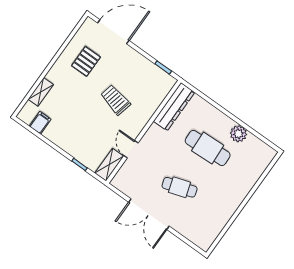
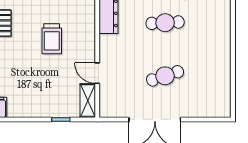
trolley: (115, 100) -> (52, 39), turned -103
cafe table: (208, 148) -> (165, 23), width x0.73, depth x0.74

